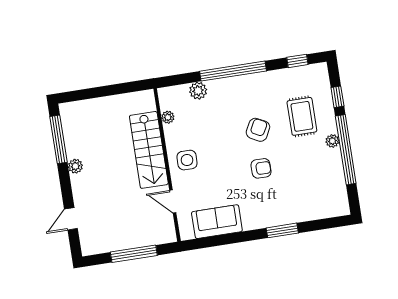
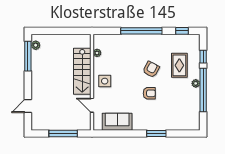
plant: (198, 91) -> (118, 40), removed
plant: (75, 166) -> (36, 45), moved

